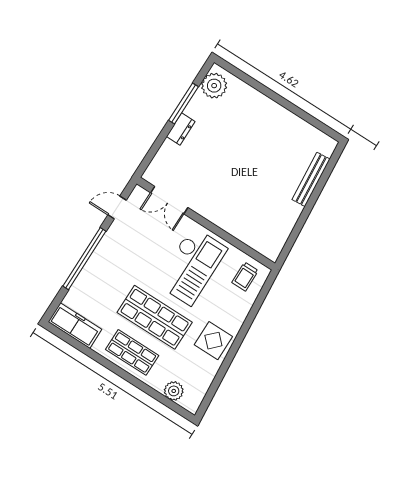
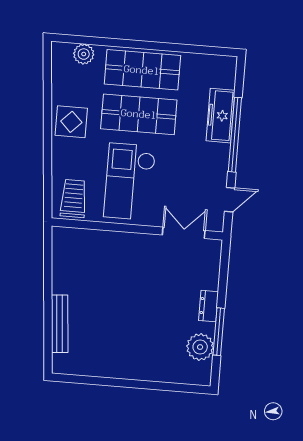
plant: (214, 86) -> (200, 347), moved
trolley: (245, 277) -> (73, 198), width x1.36, depth x1.39
freezer: (75, 326) -> (220, 116), moved, turned 90
shop shelf: (132, 352) -> (142, 70), width x1.43, depth x1.36

